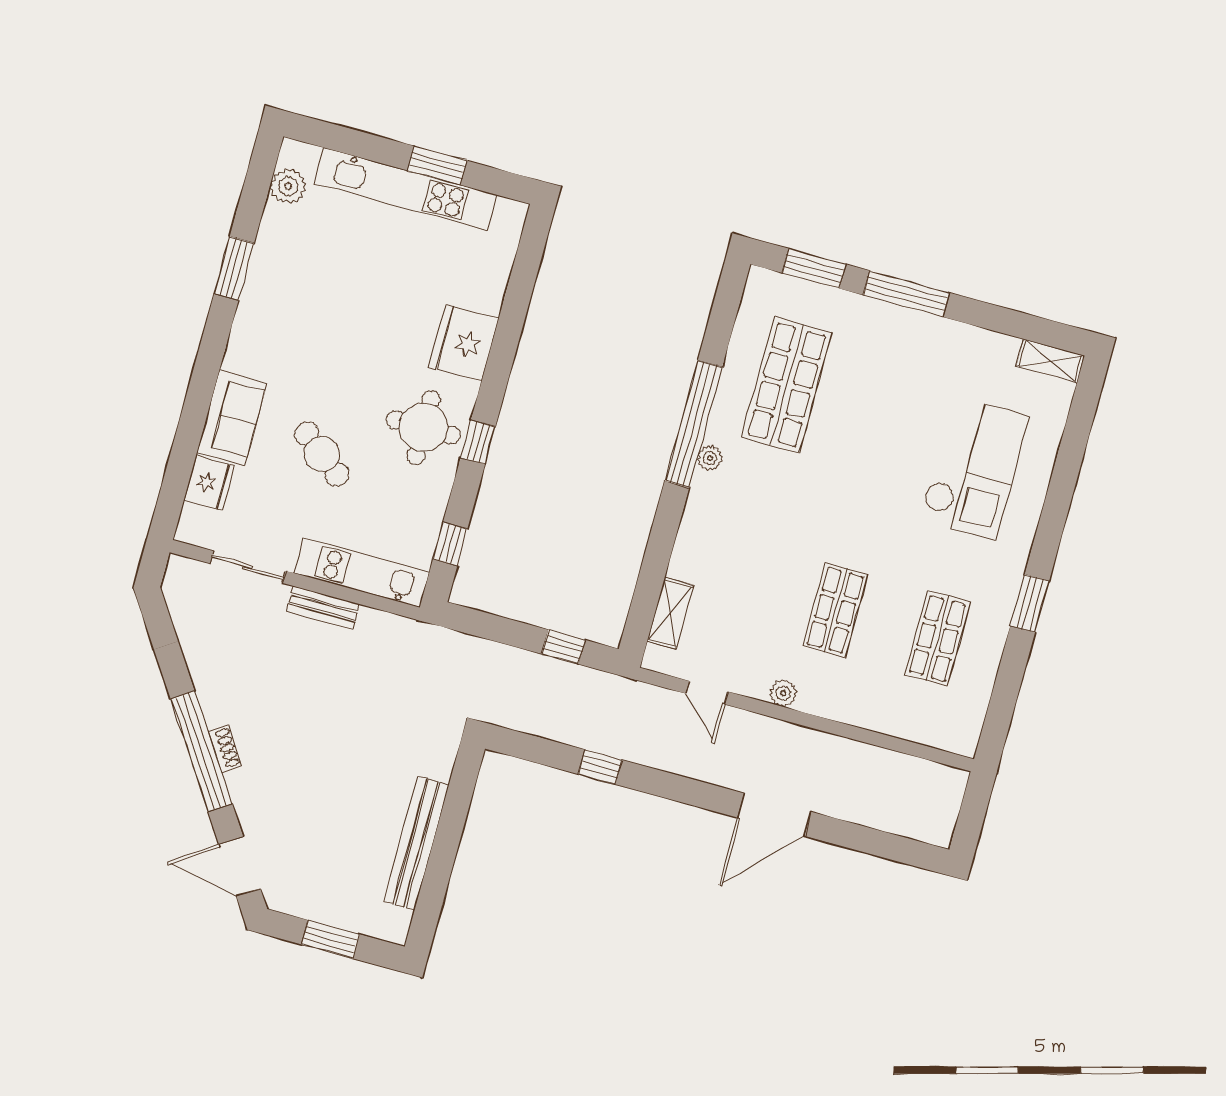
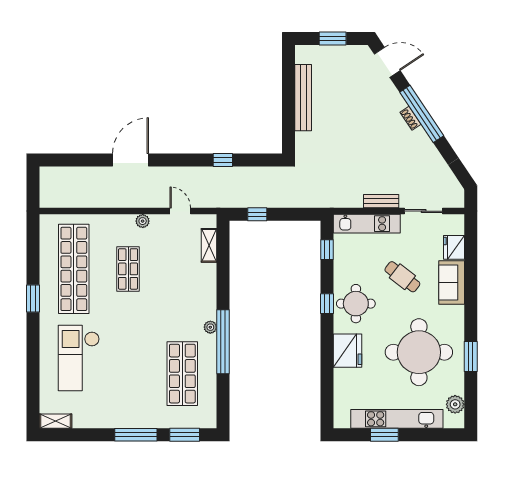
round table: (330, 303) -> (419, 352), added
shop shelf: (938, 638) -> (74, 269), width x2.00, depth x1.36

